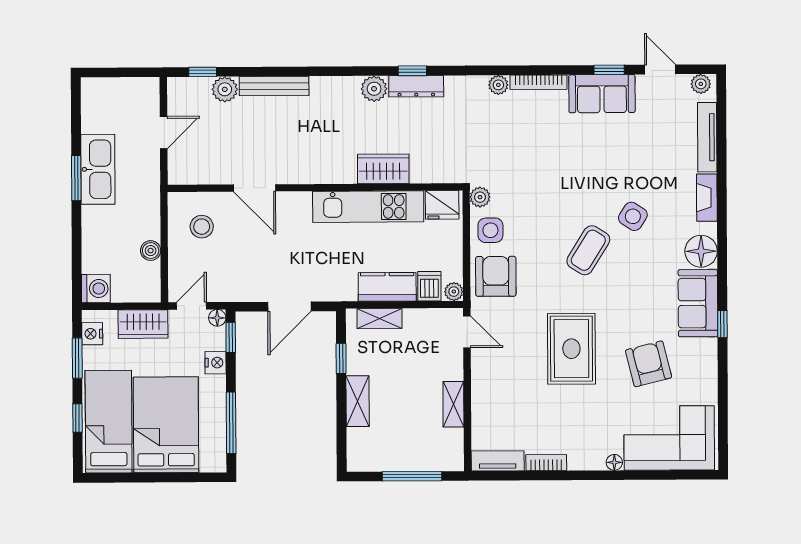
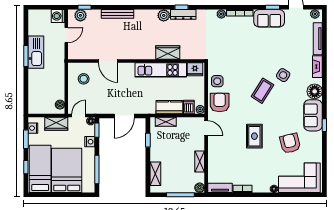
plant: (225, 89) -> (80, 15), moved
plant: (480, 197) -> (212, 66), removed
boiler: (151, 251) -> (60, 105), moved
washing machine: (96, 289) -> (58, 16), moved, turned 180
rug: (571, 349) -> (254, 136), width x0.73, depth x0.70
shelving: (358, 401) -> (155, 174), moved
boiler: (454, 461) -> (200, 188), added

